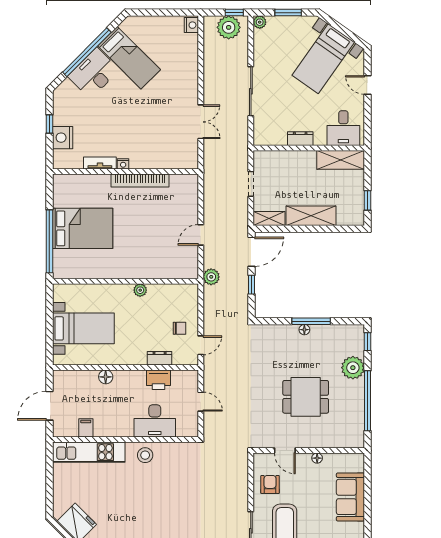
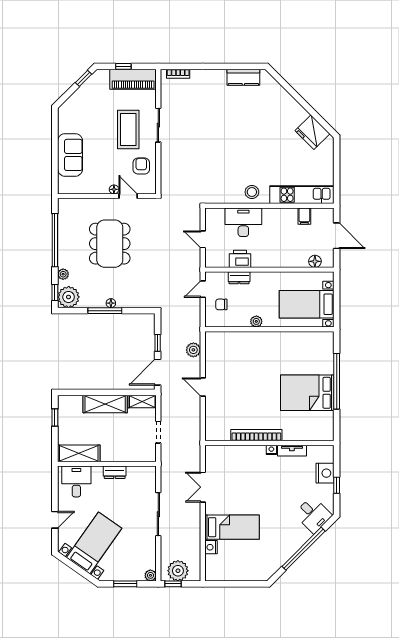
nightstand: (191, 25) -> (211, 547), moved
bed: (129, 58) -> (232, 527), moved, turned 135
desk: (94, 73) -> (313, 515), moved, width x0.73
door: (368, 85) -> (55, 520), hinge flipped
door: (201, 235) -> (203, 387), swing flipped
wall: (125, 281) -> (269, 329), moved
plant: (140, 290) -> (256, 321), moved
plant: (352, 337) -> (69, 297), added
plant: (353, 368) -> (63, 274), width x0.53, depth x0.53
floor lamp: (106, 377) -> (315, 261), moved
dining table: (306, 397) -> (110, 244), width x1.38
door: (49, 406) -> (337, 236), hinge flipped
floor lamp: (317, 458) -> (114, 189), moved
armchair: (270, 484) -> (141, 166), turned 180

